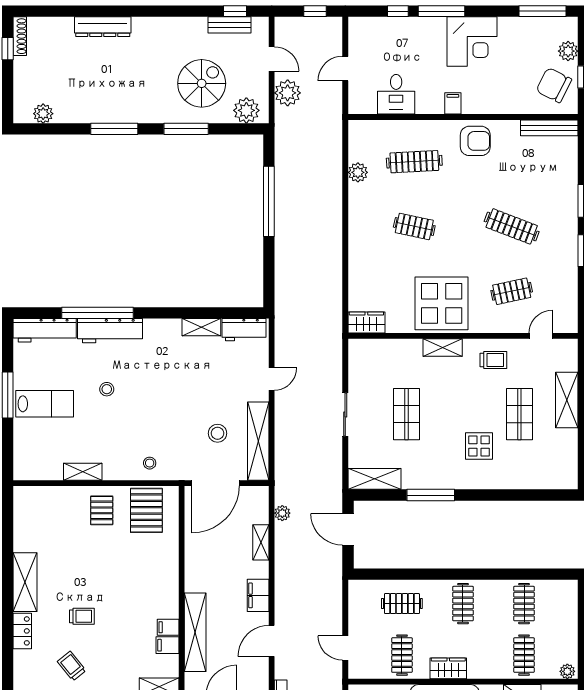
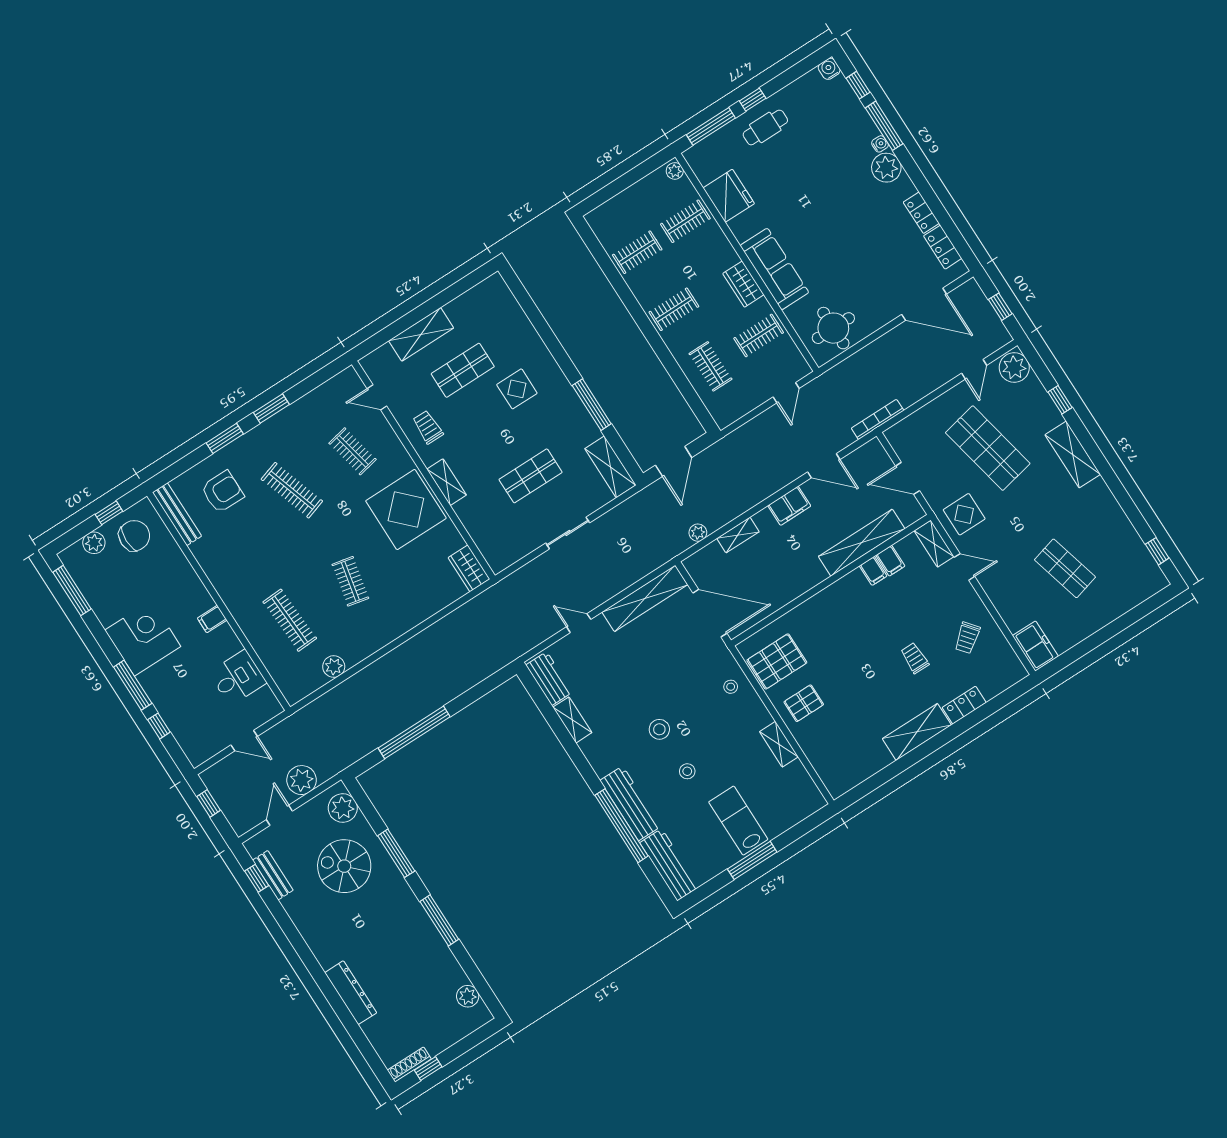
chair: (554, 85) -> (134, 536), turned -117
armchair: (475, 141) -> (222, 492), moved, turned 90
clothes rail: (512, 226) -> (292, 490), turned -39
stool: (217, 433) -> (659, 729), moved

